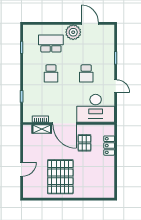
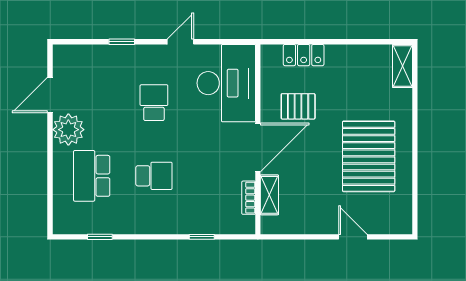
school desk: (86, 73) -> (154, 103), turned -90
pallet: (60, 177) -> (369, 156), turned 90
shelving: (104, 193) -> (402, 66), added

